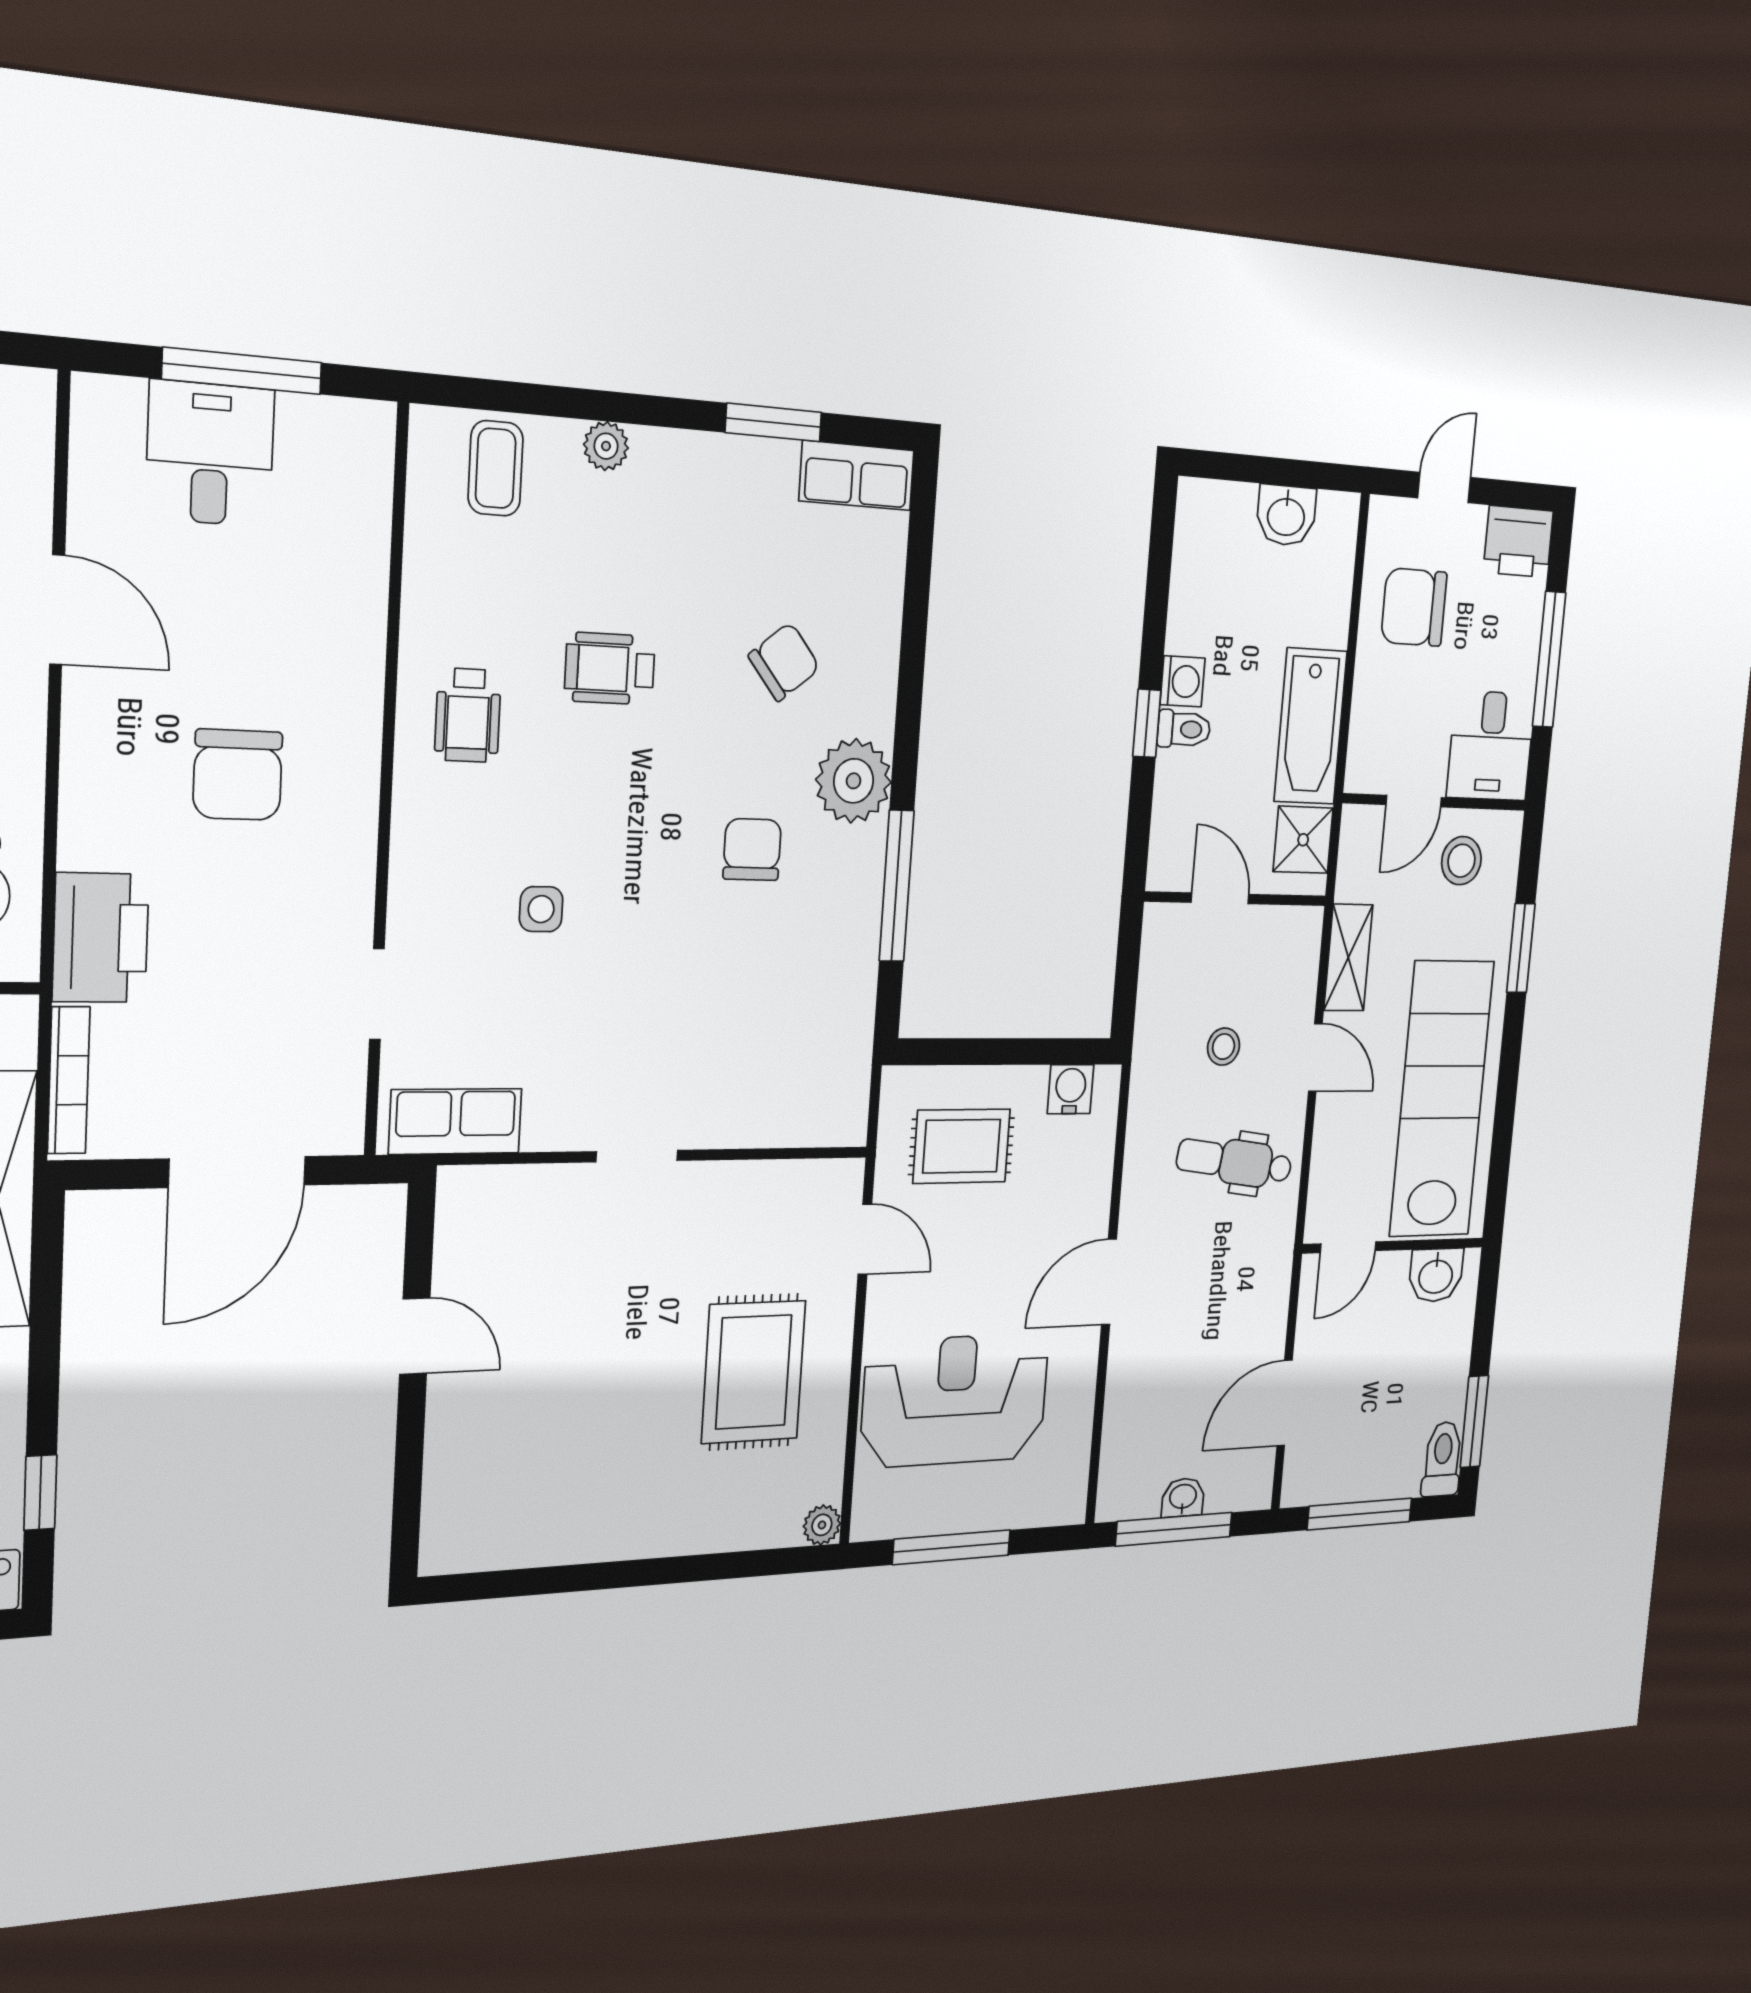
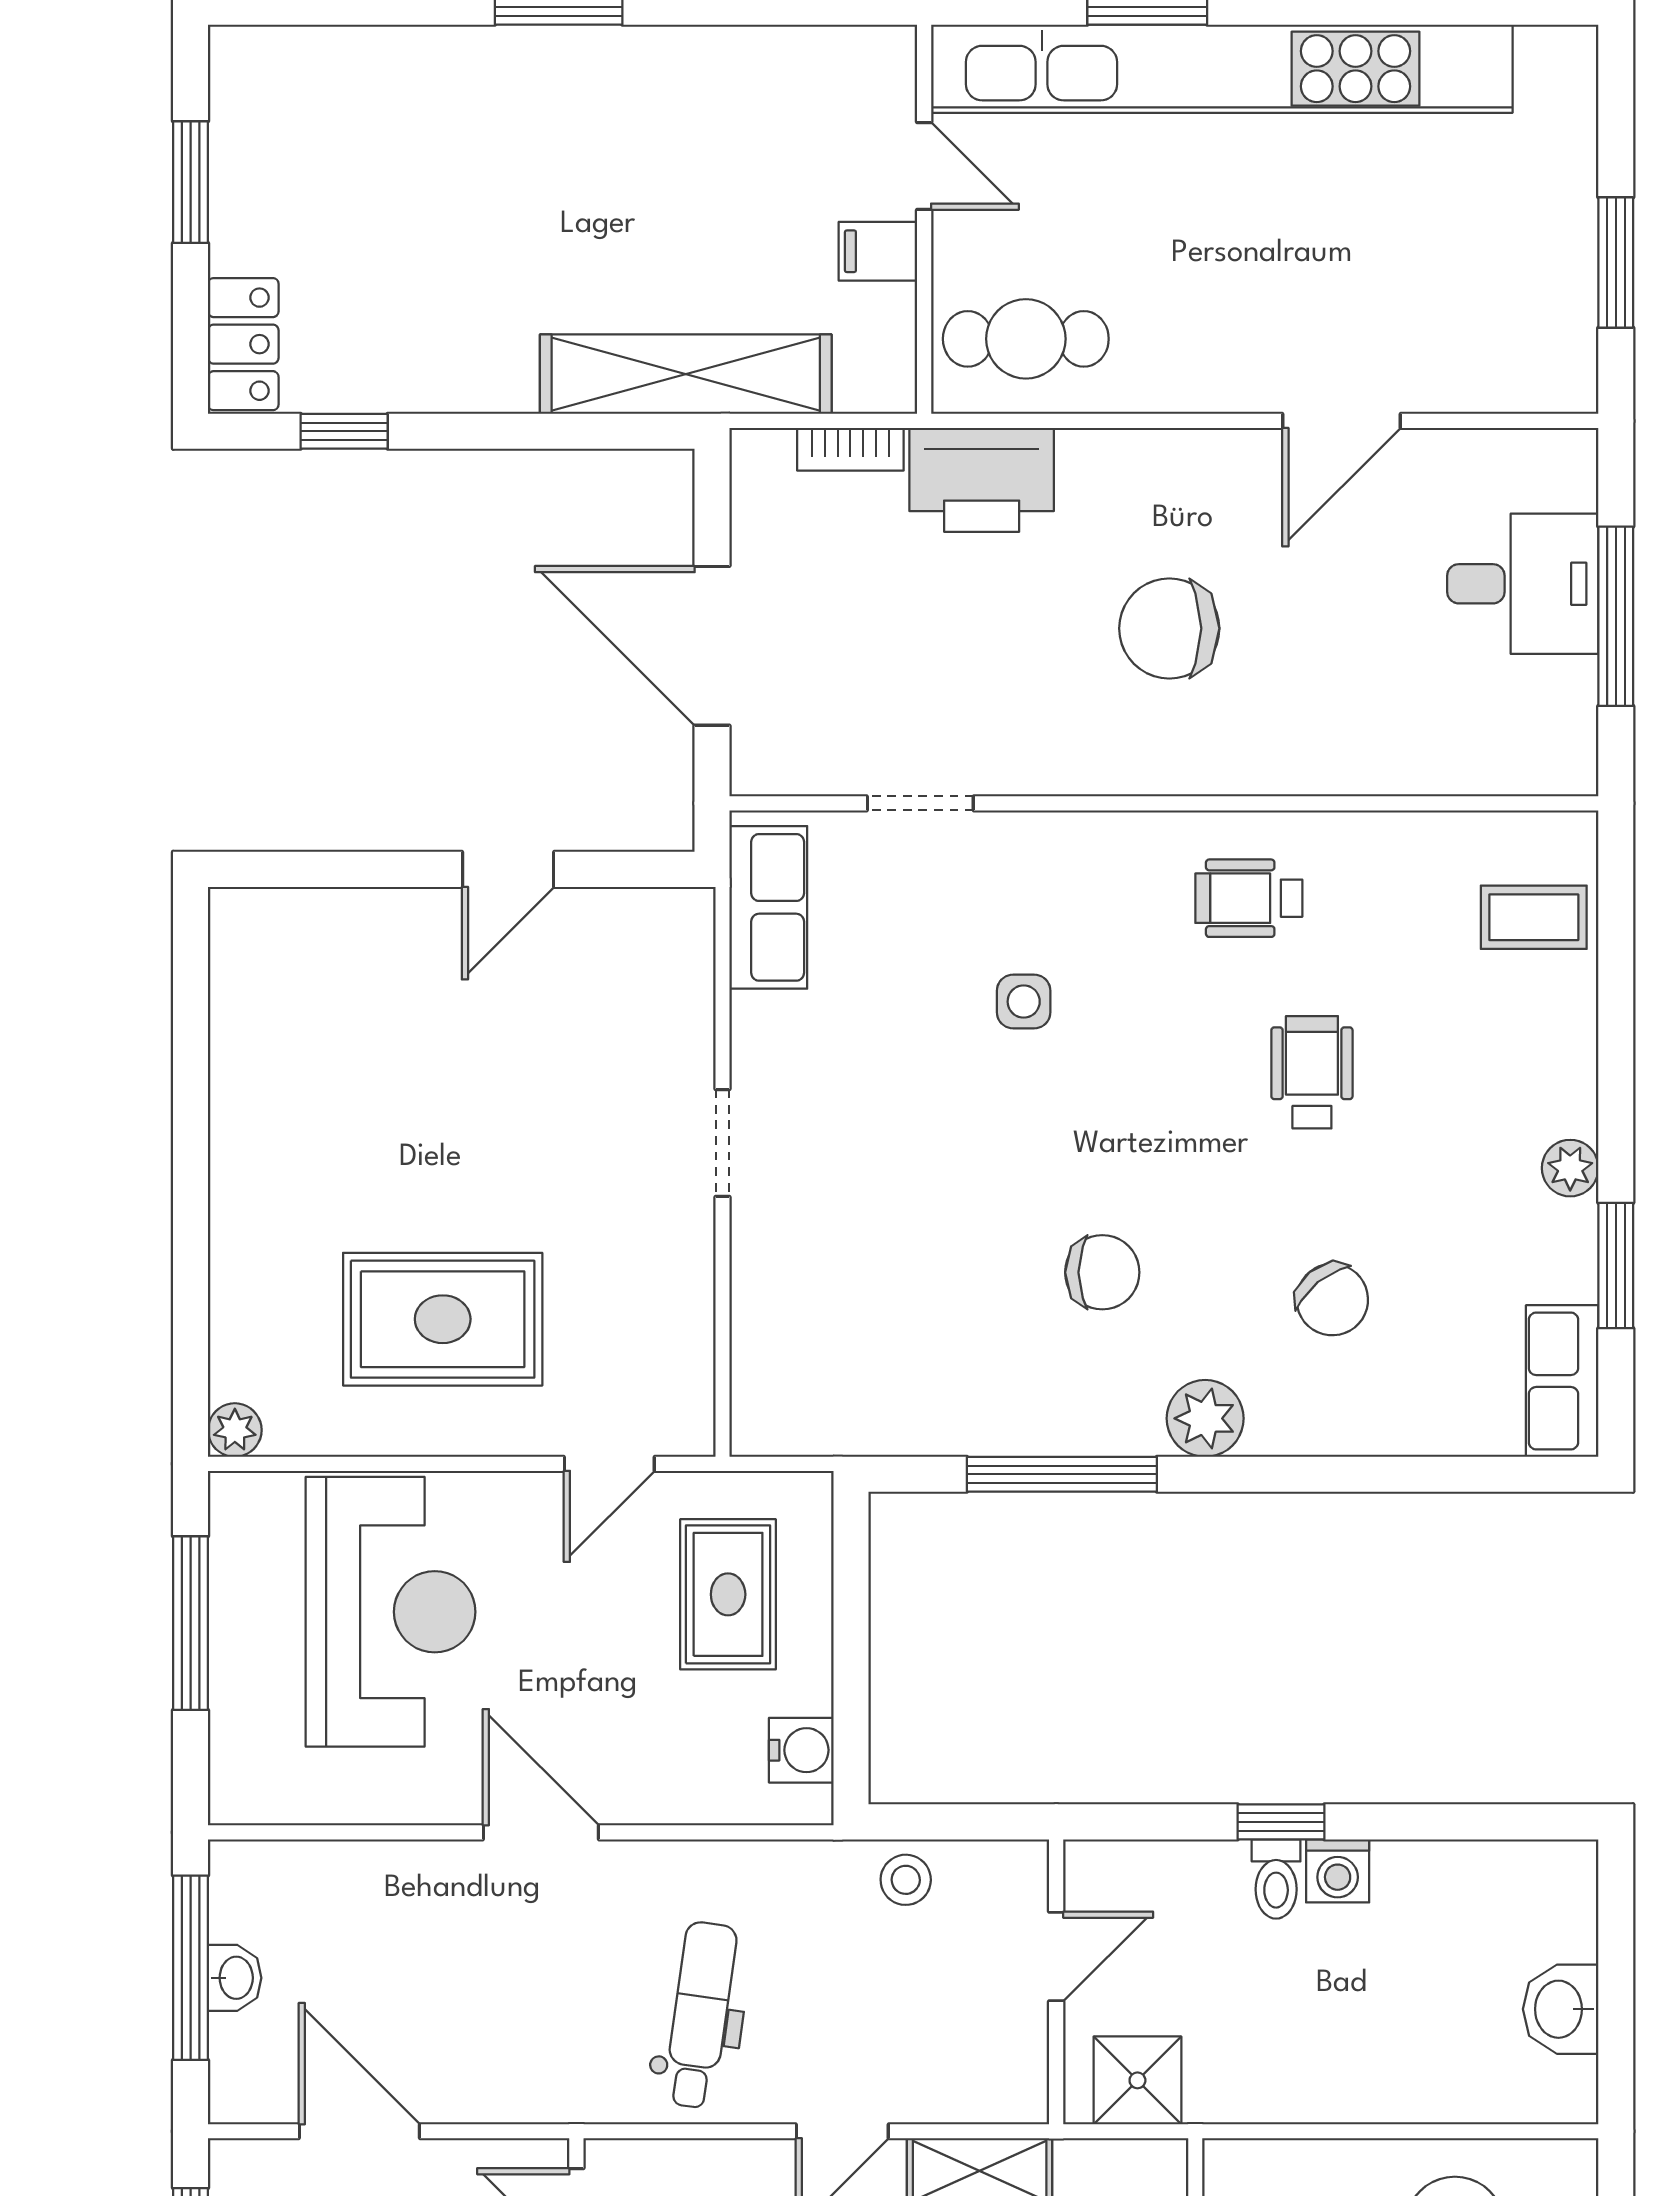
plant: (606, 446) -> (1570, 1168), moved
bathtub: (1311, 726) -> (1289, 2076), removed
plant: (854, 781) -> (1205, 1418), width x0.73, depth x0.73
stool: (1224, 1047) -> (906, 1880), moved
bookcase: (69, 1080) -> (850, 449), width x0.64

